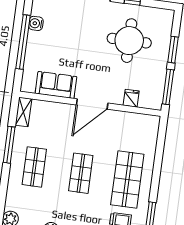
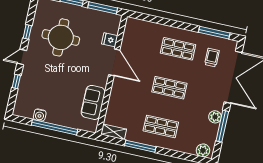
door: (92, 104) -> (114, 62), moved
shop shelf: (127, 179) -> (178, 49), width x0.70, depth x0.74

